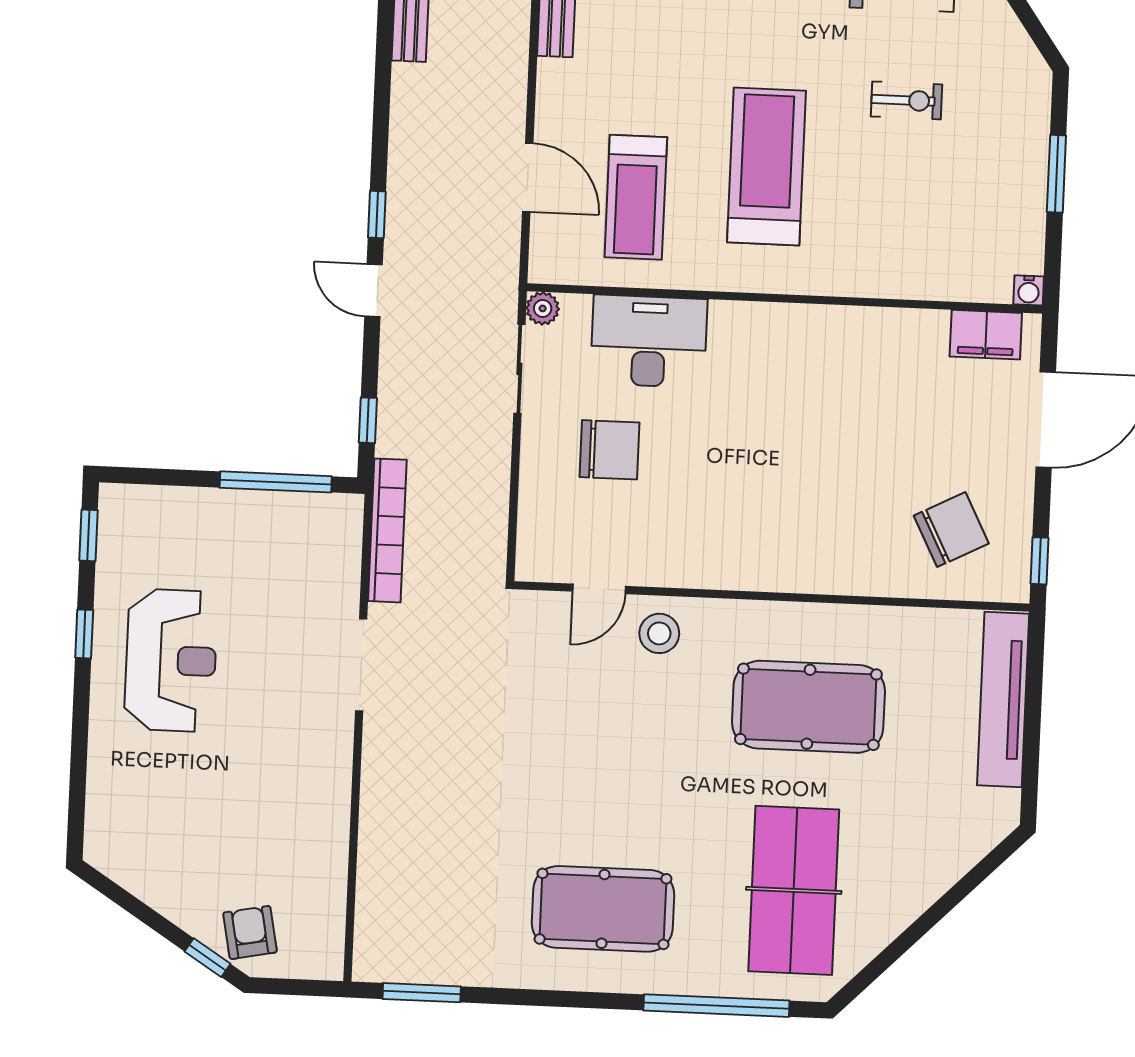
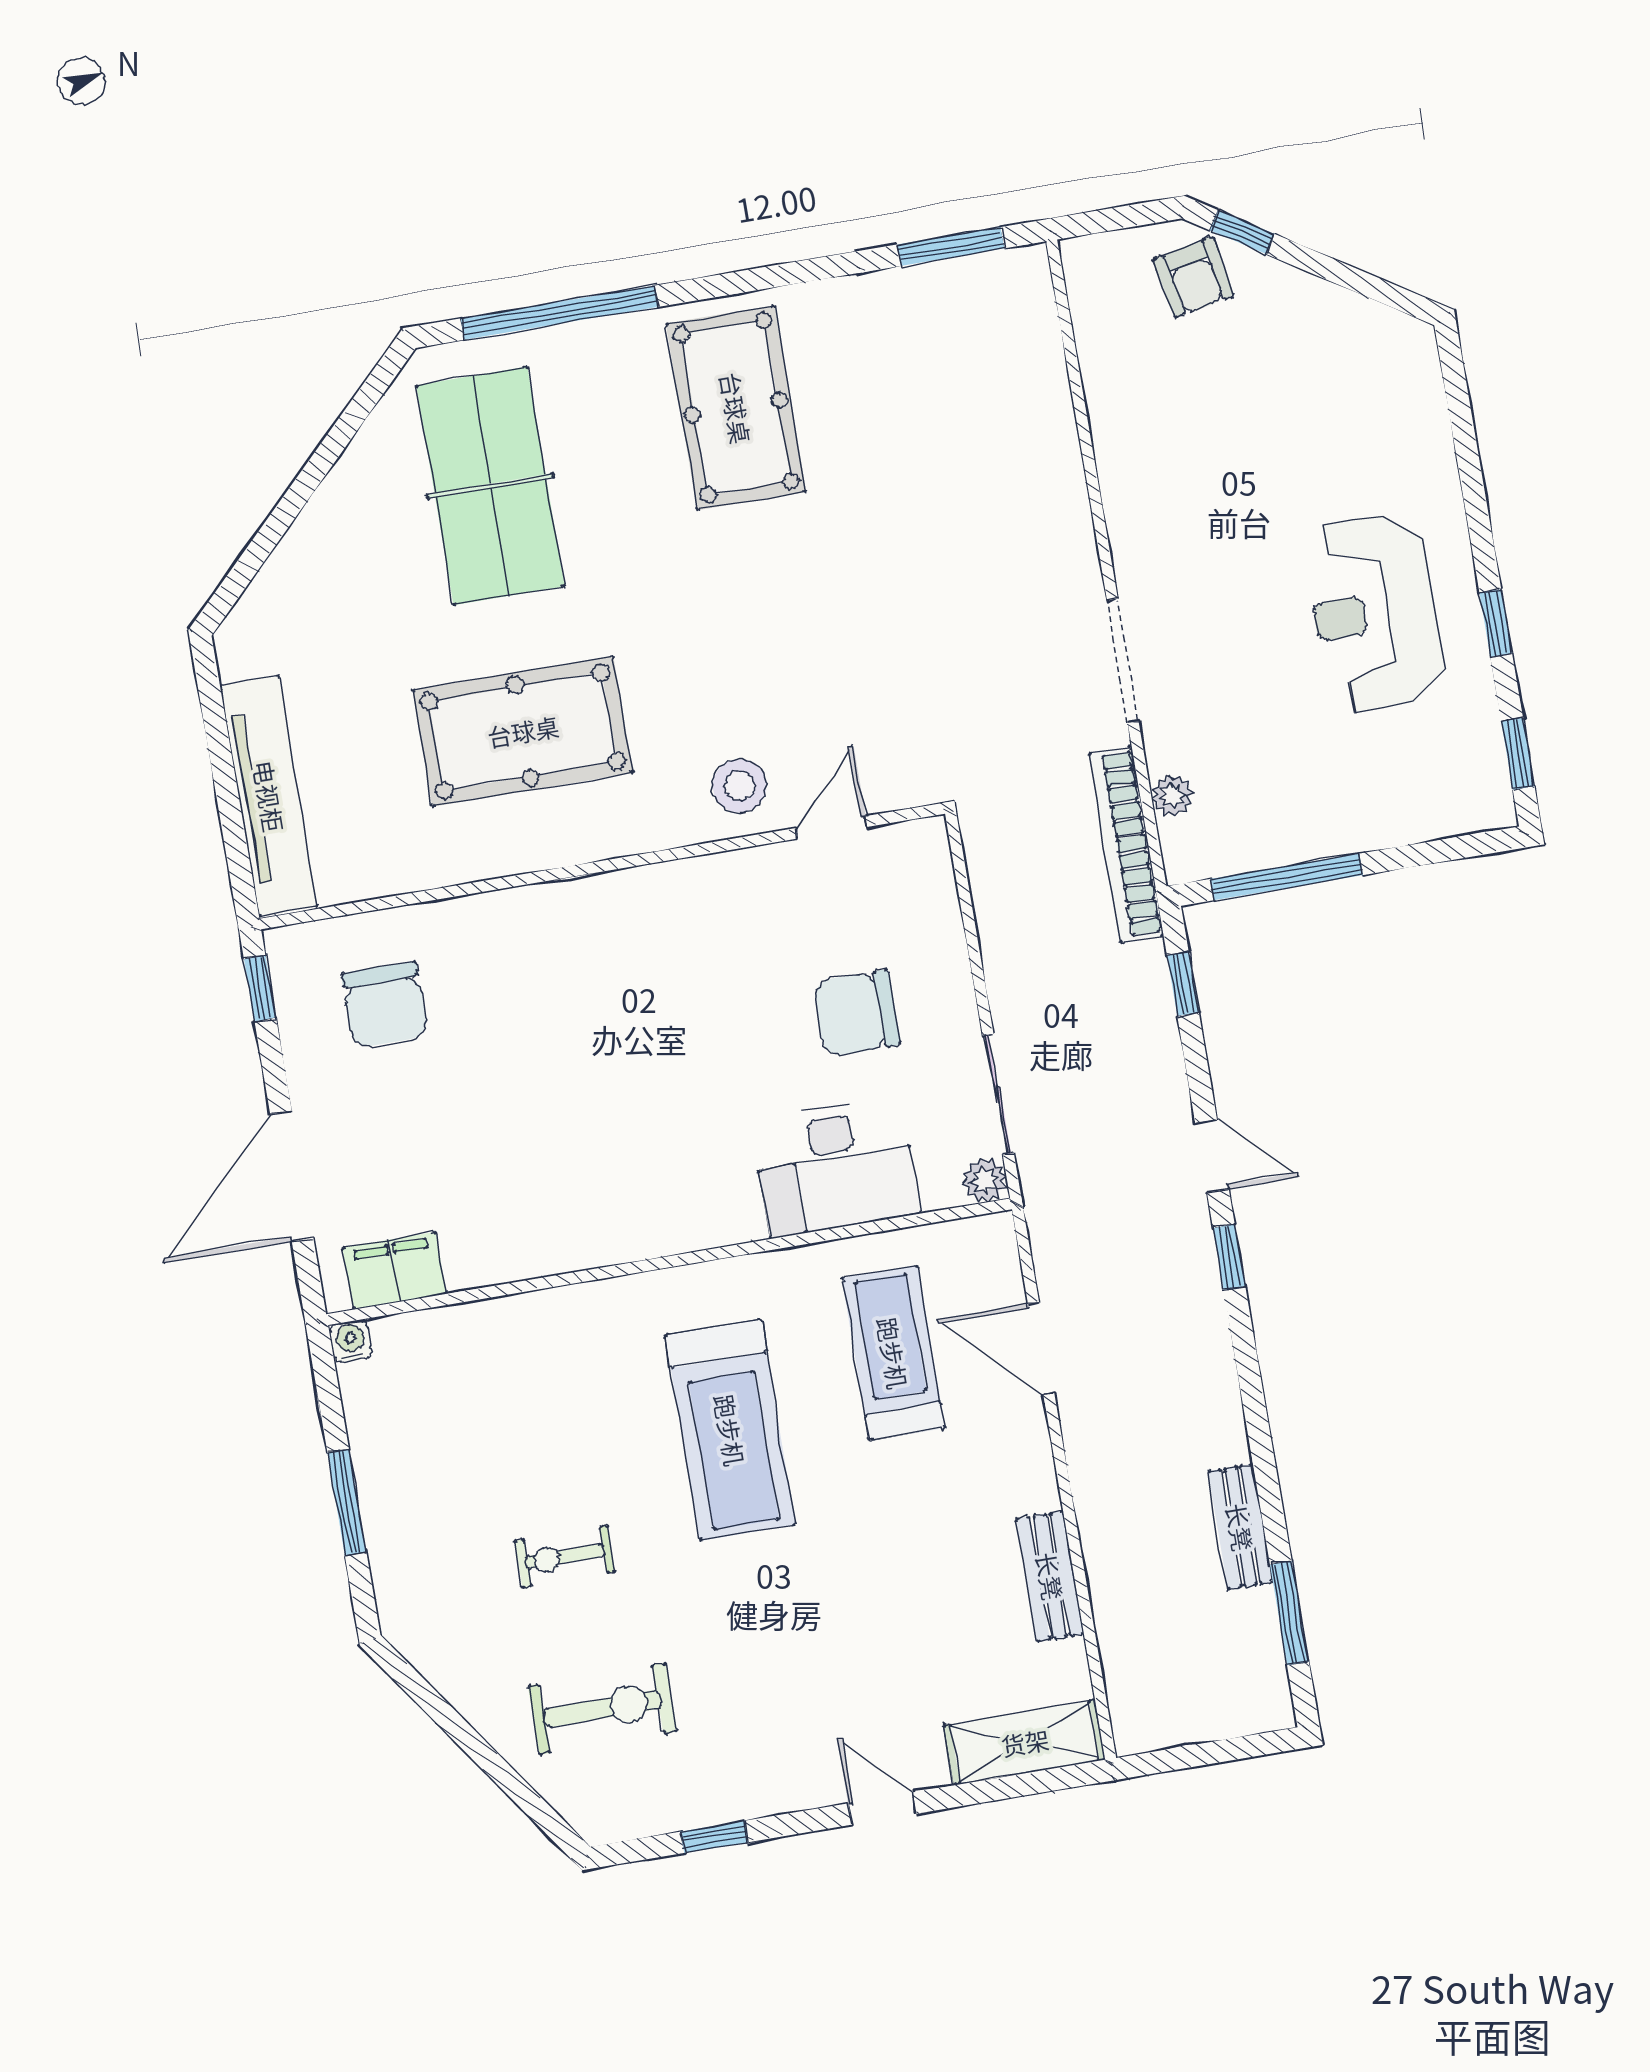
chair: (951, 530) -> (385, 1005), turned -63
plant: (346, 559) -> (1172, 796), added
pool table: (603, 909) -> (736, 408), turned 90

